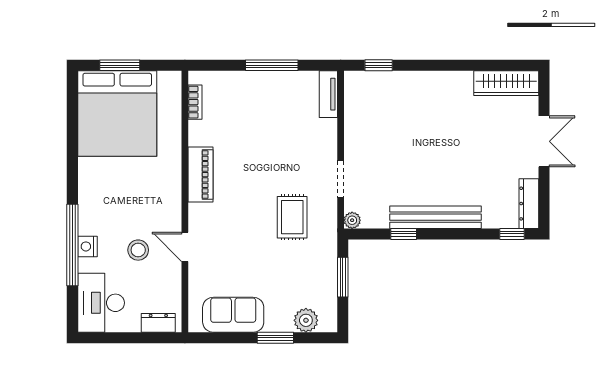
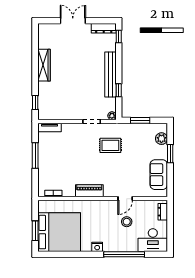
wardrobe: (506, 83) -> (44, 65), moved
nightstand: (87, 246) -> (97, 247), moved

